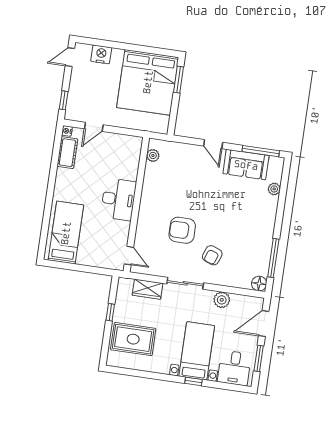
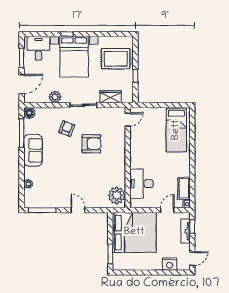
bed: (148, 82) -> (134, 232), moved, turned 90
tv unit: (74, 95) -> (185, 231), added
plant: (153, 156) -> (117, 195), width x1.87, depth x1.87
sofa: (246, 165) -> (33, 150), moved, turned 90
desk: (118, 199) -> (141, 184), moved
door: (129, 256) -> (128, 119), swing flipped
bed with nightstands: (197, 351) -> (74, 57), width x1.36

